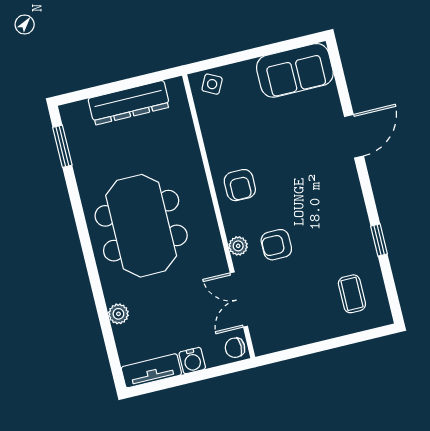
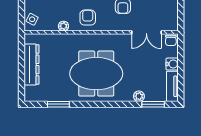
window: (62, 146) -> (58, 104), moved
armchair: (240, 185) -> (88, 18), turned -90
plant: (238, 246) -> (63, 26), moved
window: (110, 343) -> (153, 104), added

